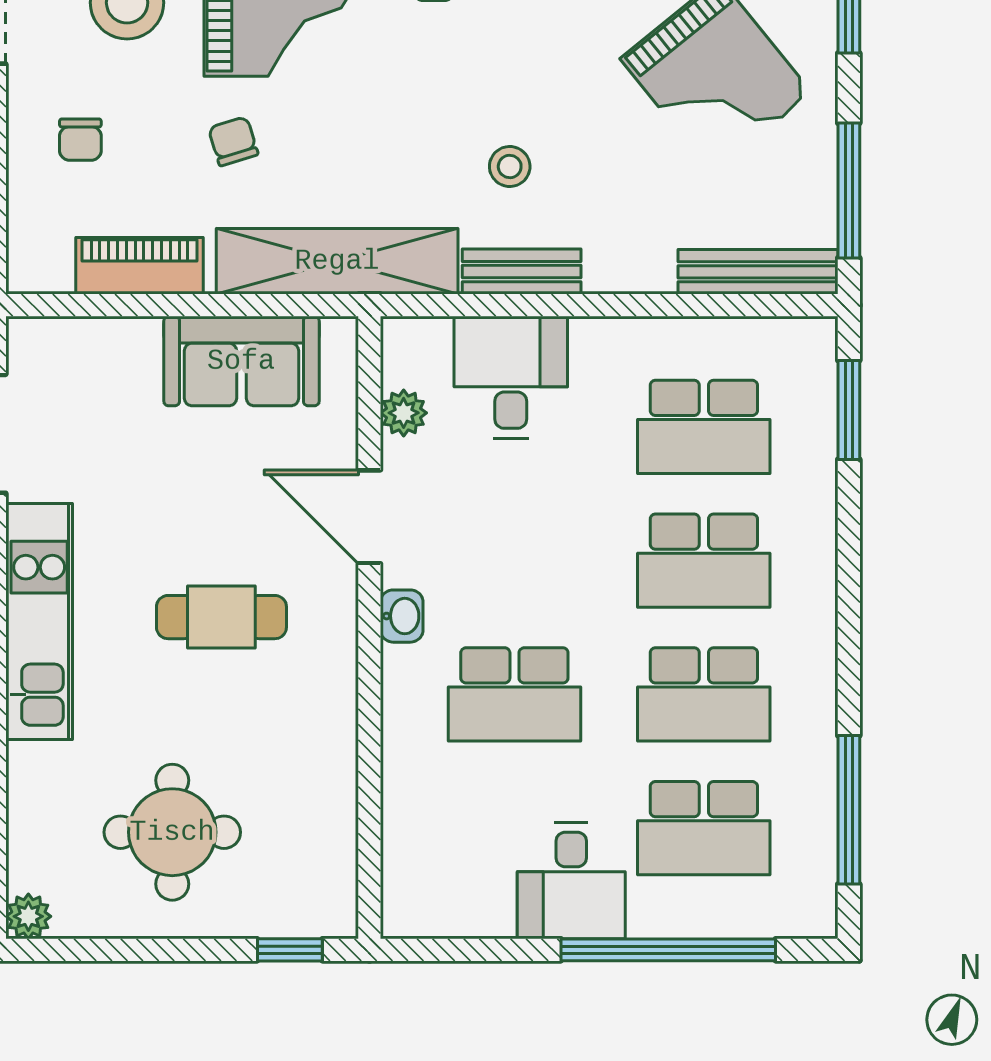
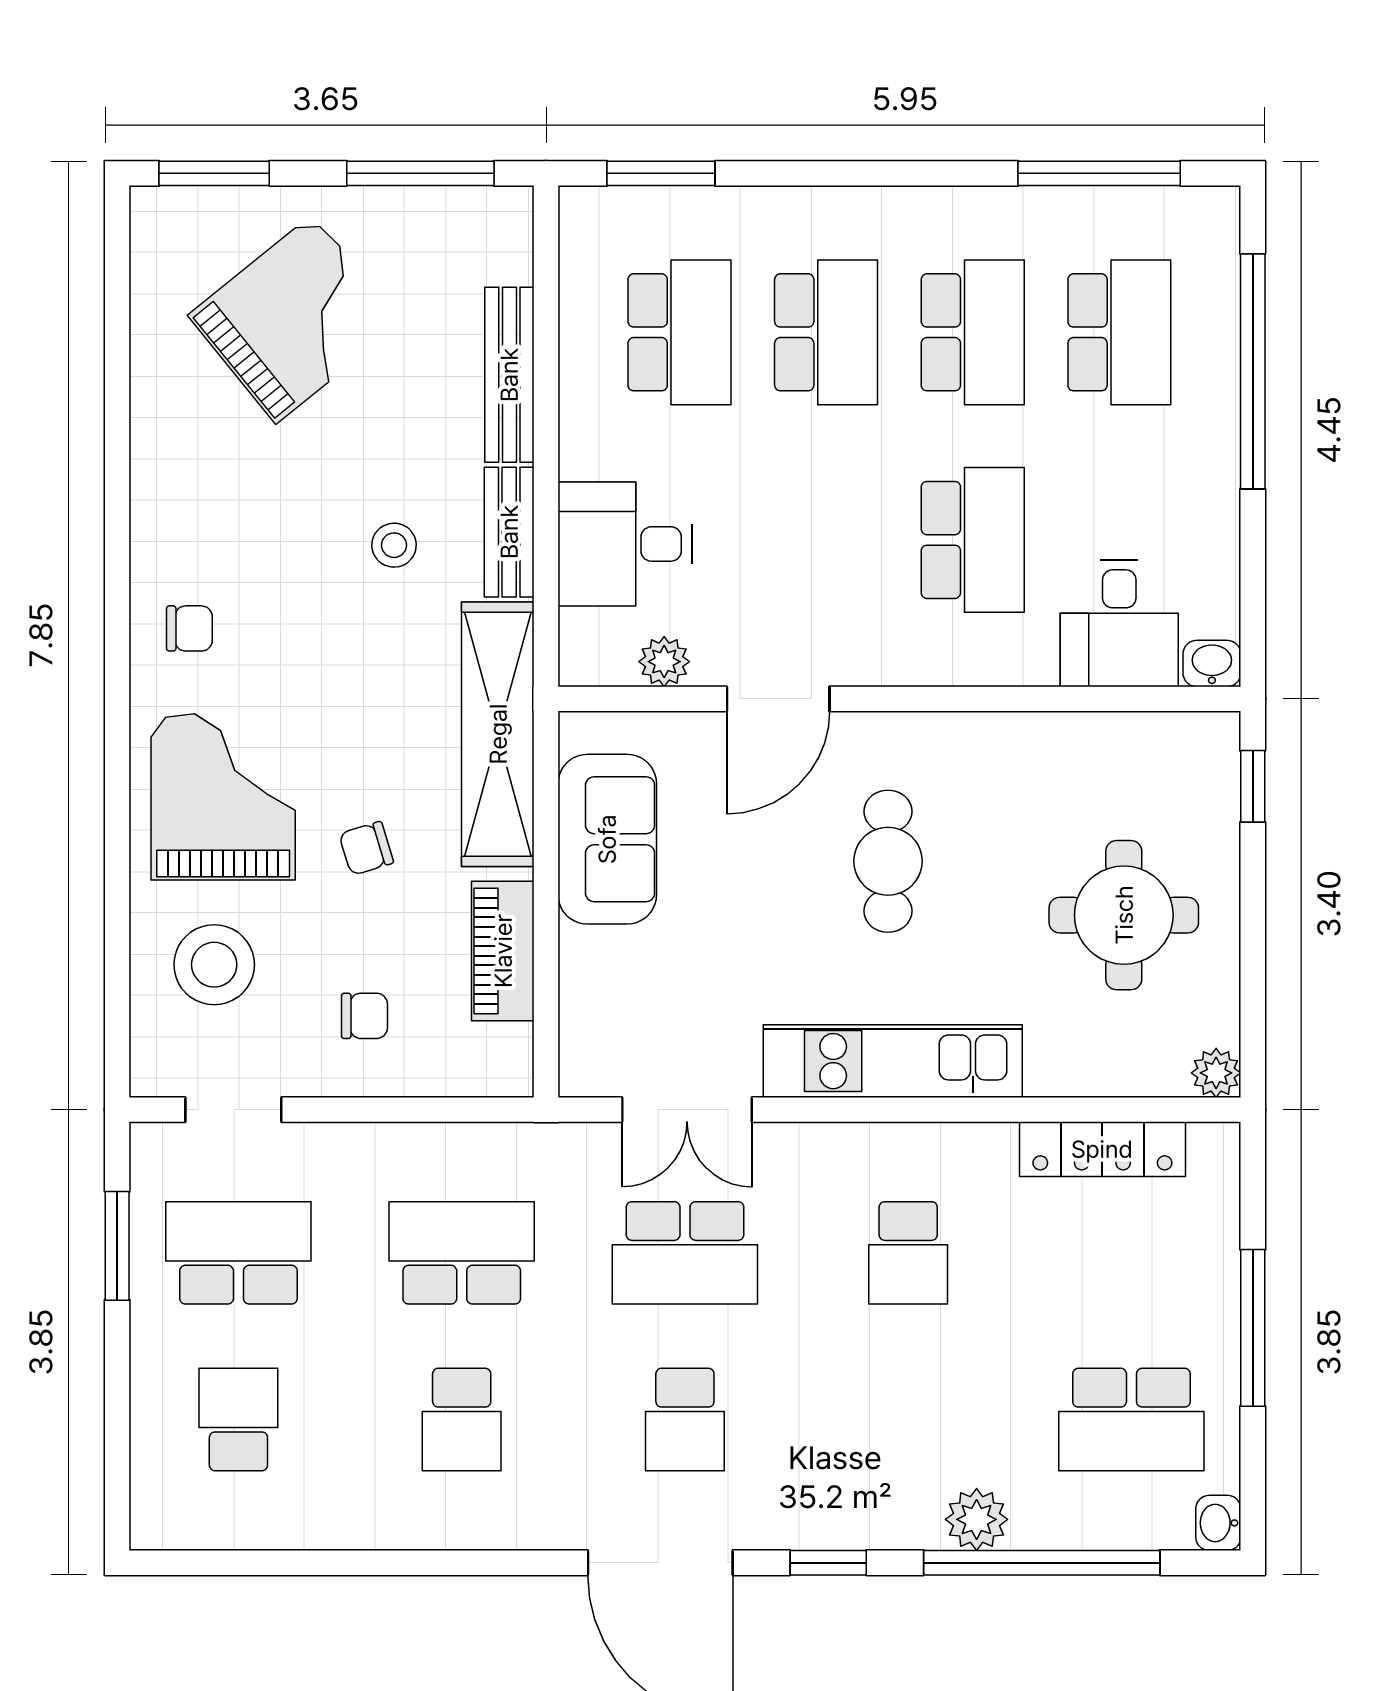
bench: (758, 272) -> (509, 375), moved
washbasin: (402, 616) -> (1212, 664), moved
desk: (571, 881) -> (1119, 623), moved, turned 90

